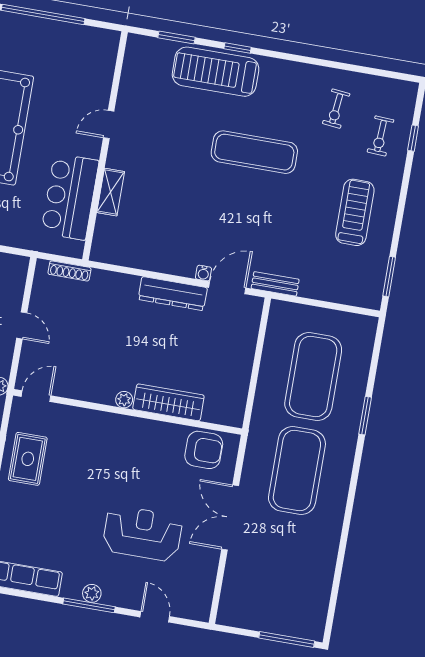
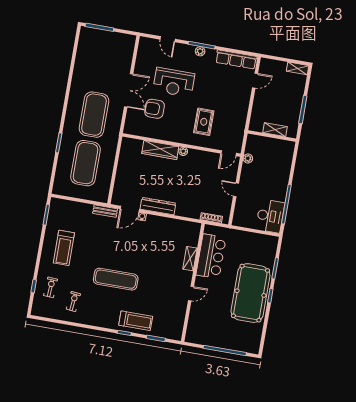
treadmill: (216, 72) -> (136, 321), width x0.73, depth x0.73
armchair: (204, 450) -> (155, 109), moved
rug: (28, 459) -> (204, 122), moved

